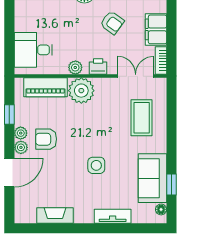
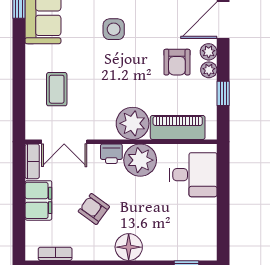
plant: (75, 67) -> (140, 160), width x1.88, depth x1.88
coffee table: (142, 118) -> (57, 89), width x0.73, depth x0.77
armchair: (46, 139) -> (177, 62), turned 90

